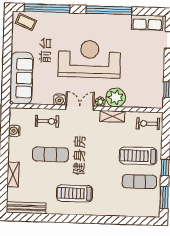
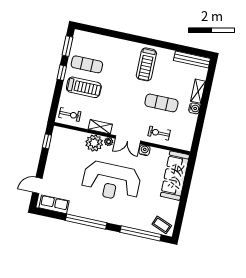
water cooler: (14, 131) -> (194, 108), moved
treadmill: (75, 193) -> (146, 64), turned 90

